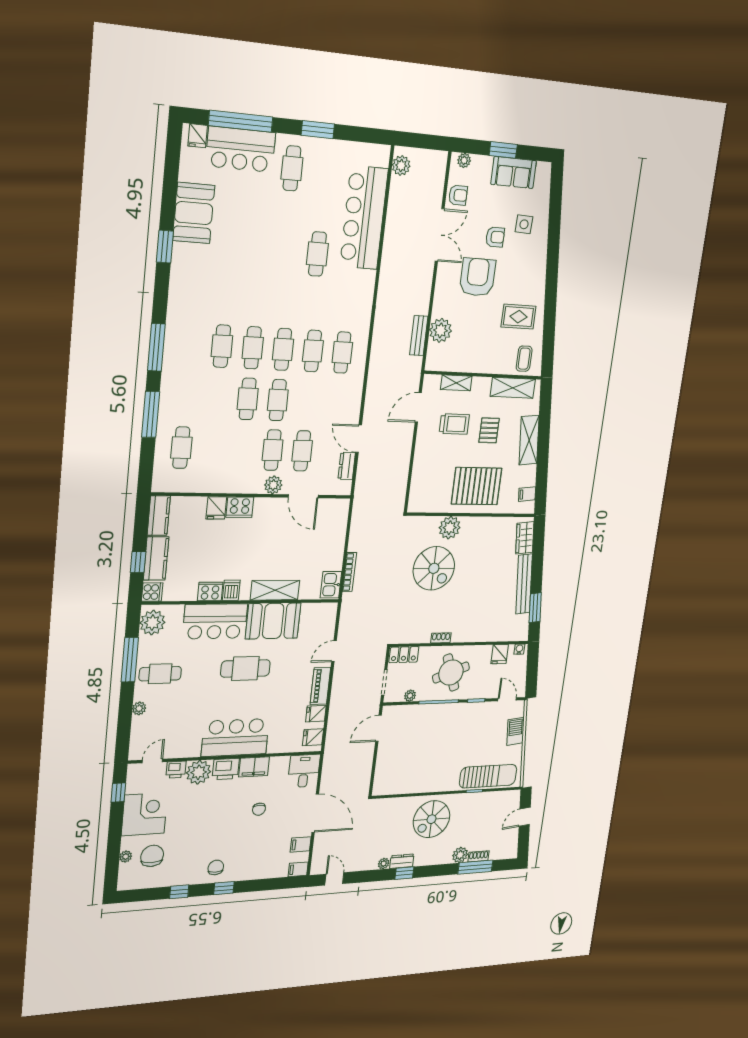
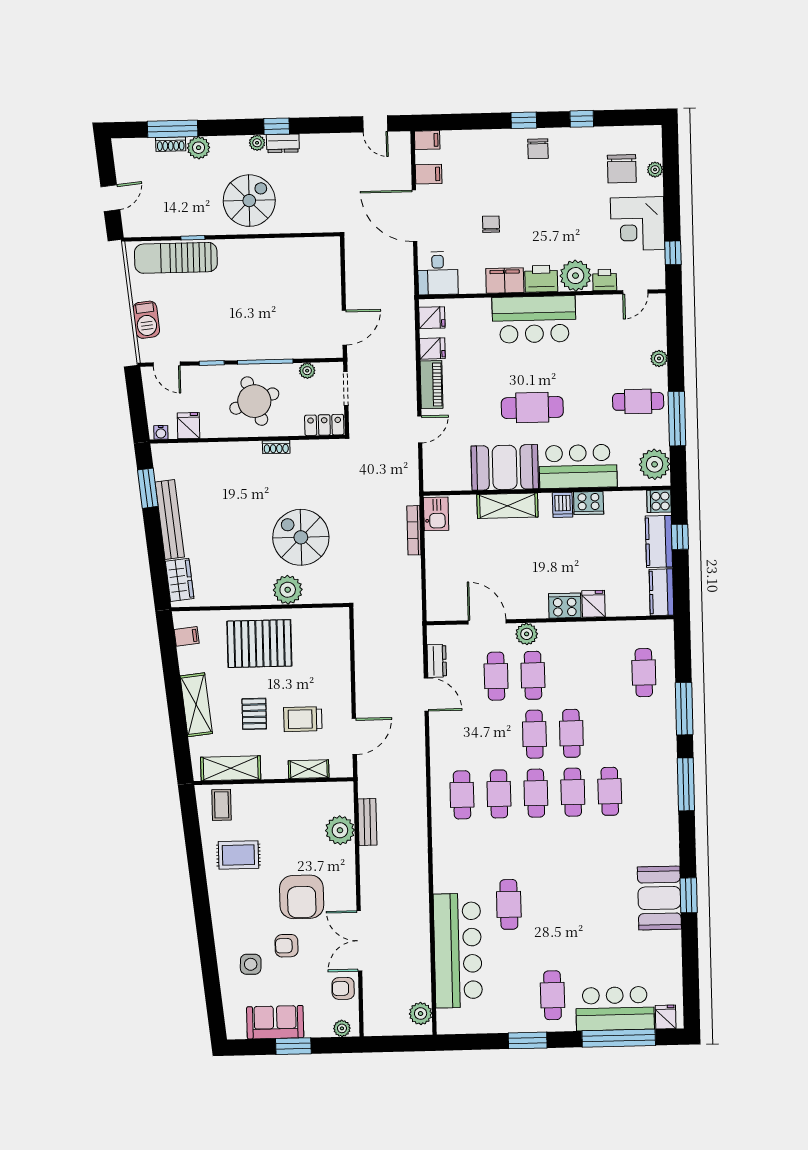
booth: (194, 213) -> (659, 898), moved
plant: (384, 863) -> (257, 143), moved

